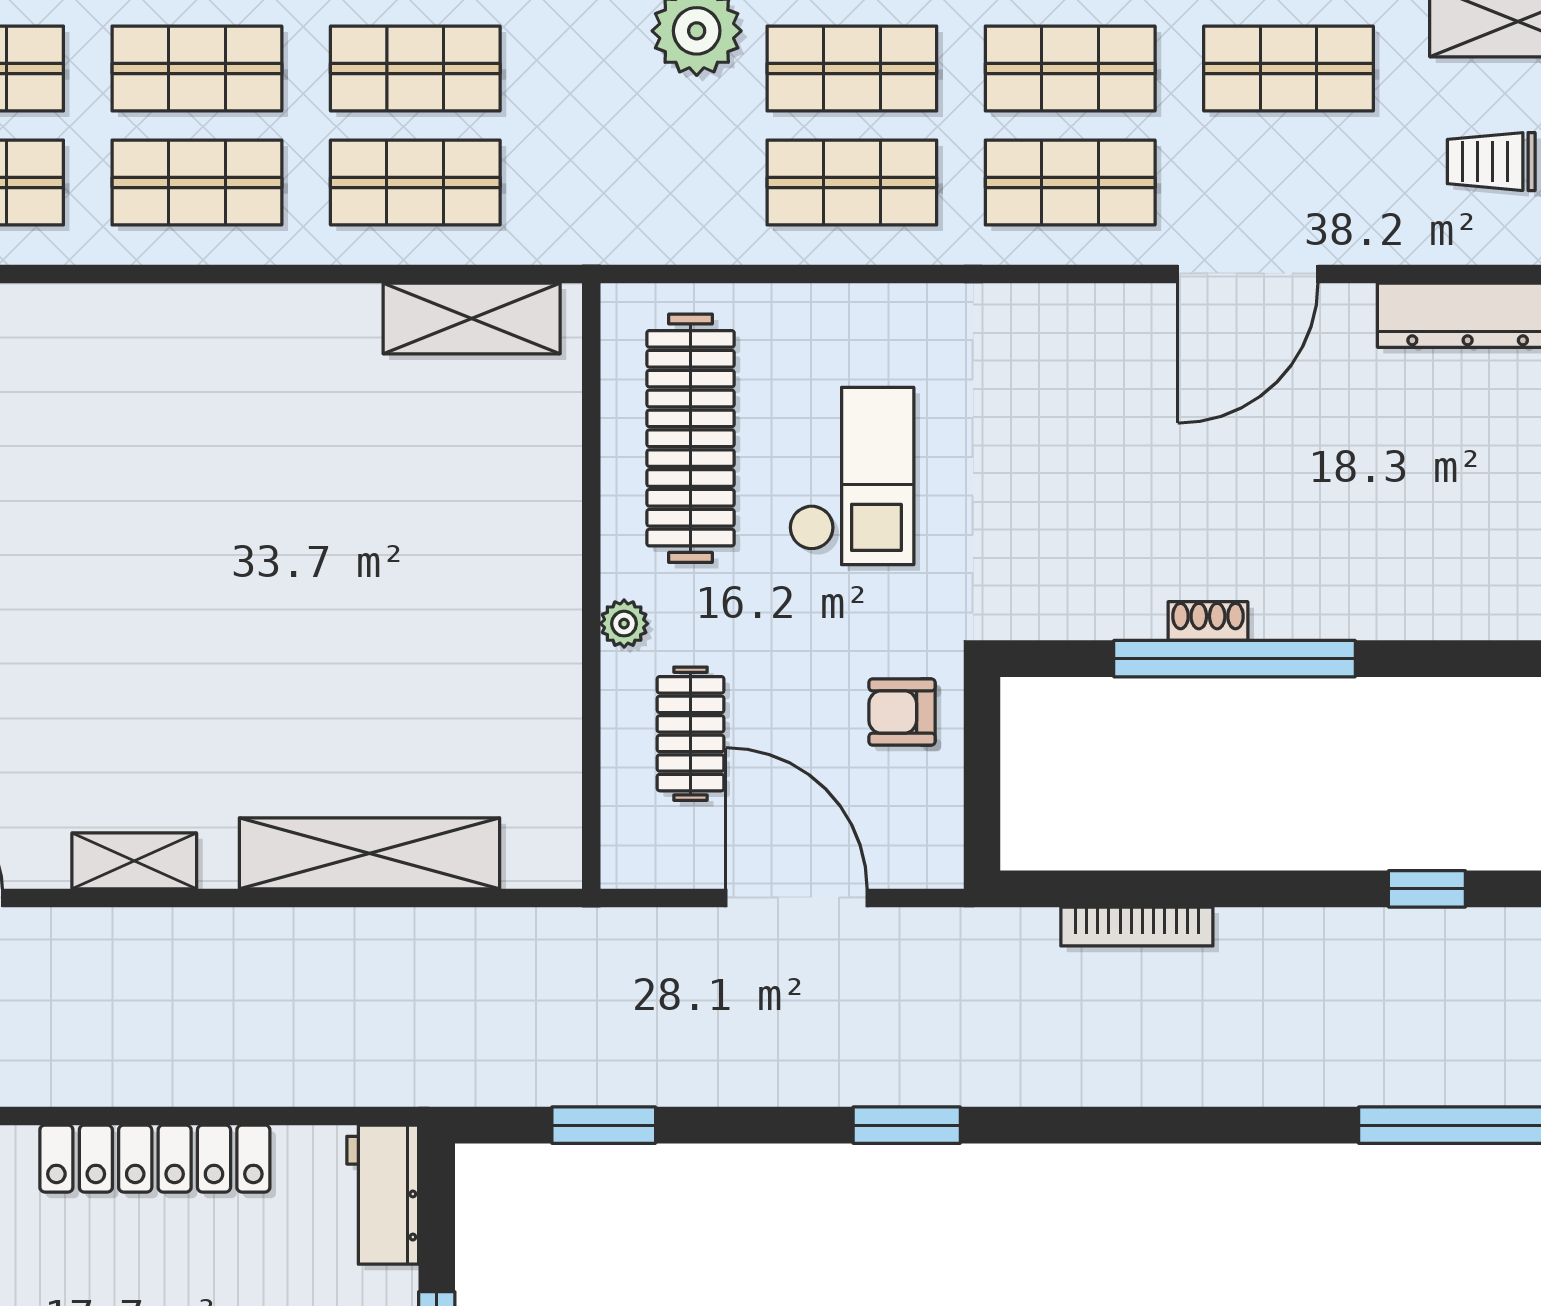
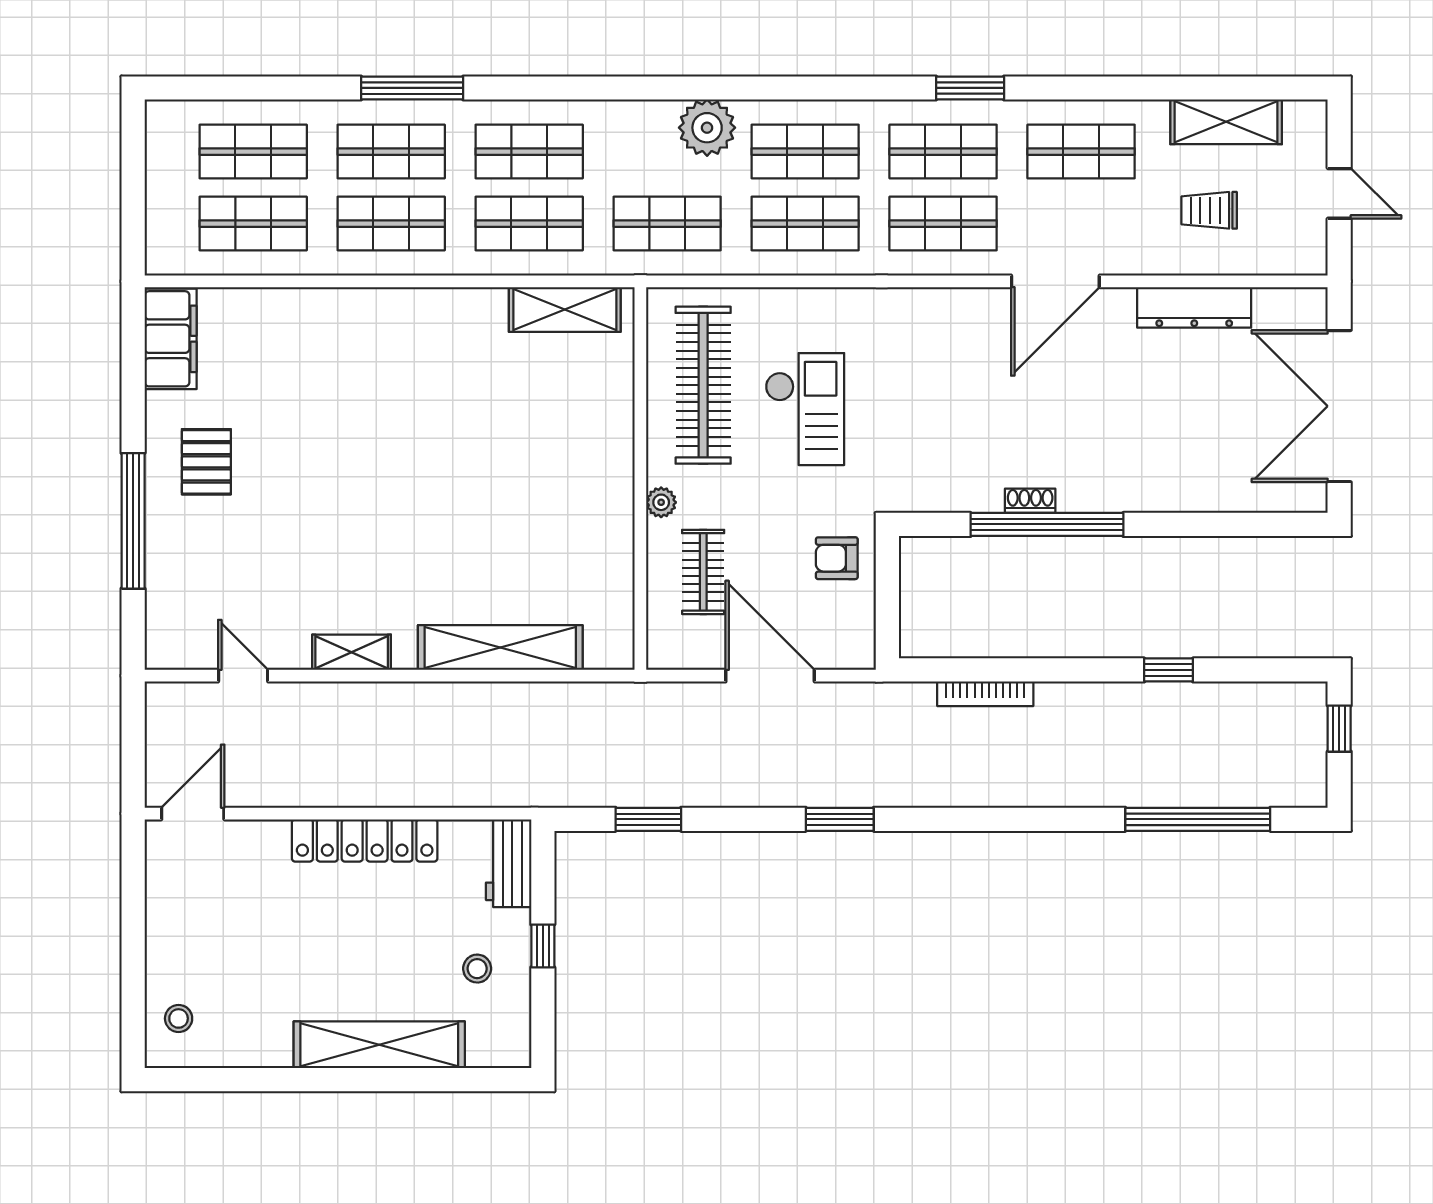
shop shelf: (634, 182) -> (667, 224), added

